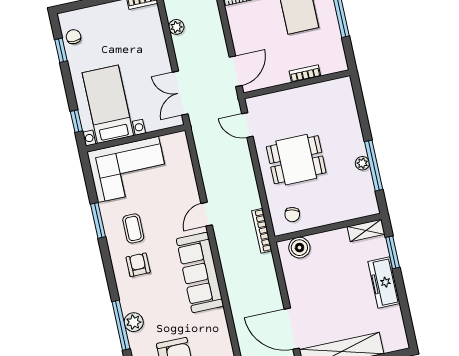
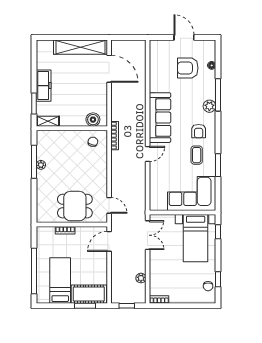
dining table: (296, 160) -> (75, 206), moved
plant: (134, 322) -> (209, 106), moved

